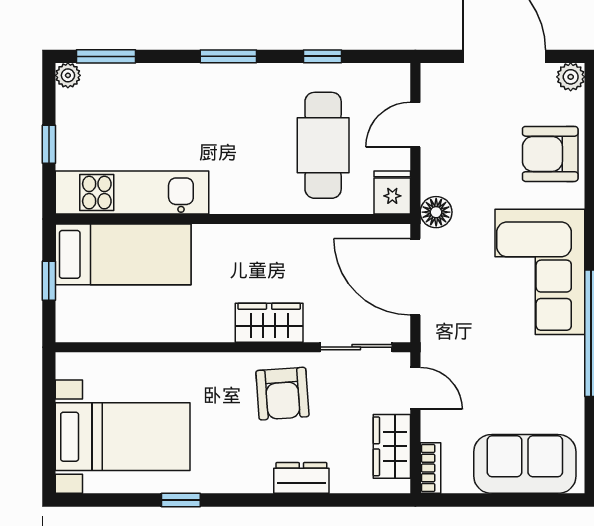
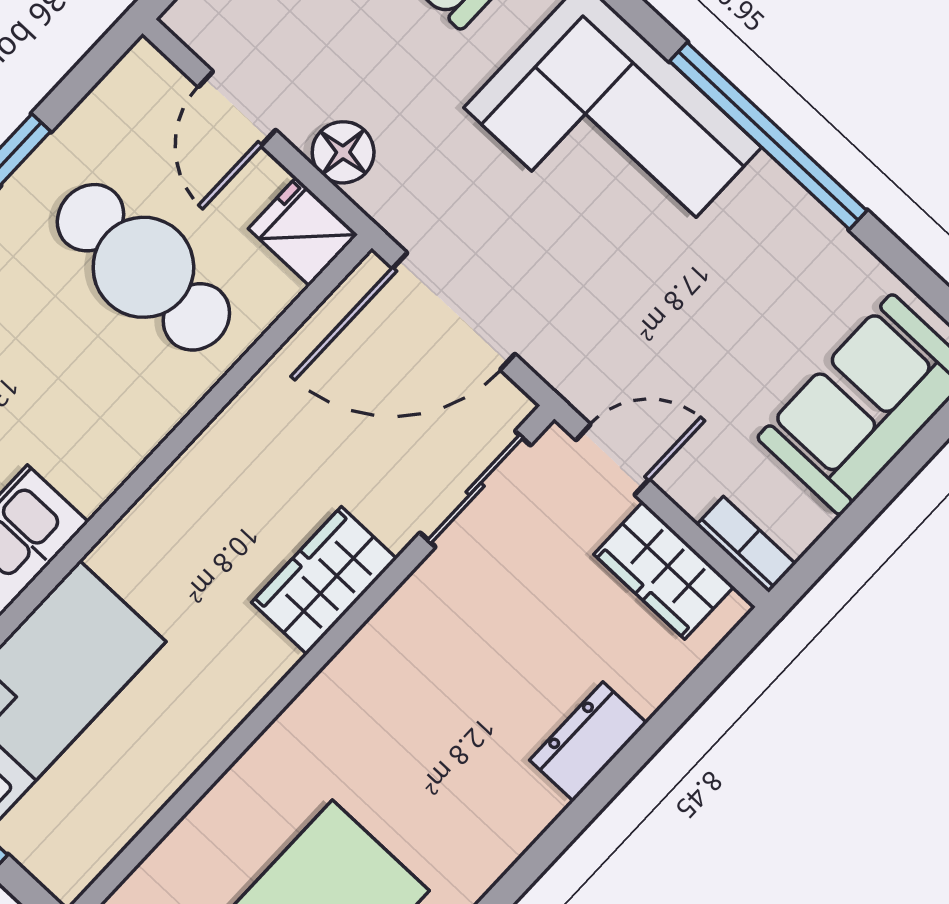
floor lamp: (436, 212) -> (343, 152), moved
armchair: (282, 394) -> (443, 656), removed

